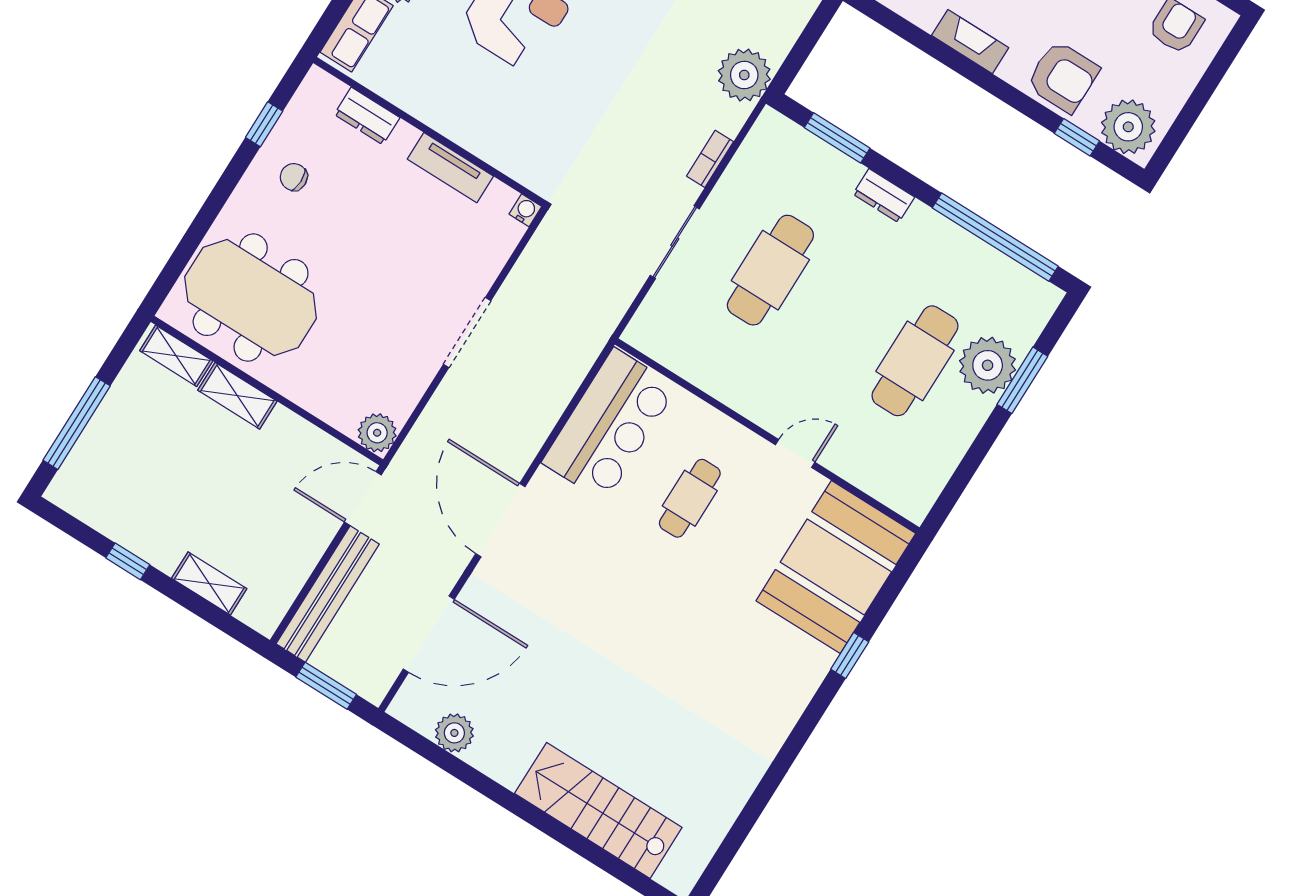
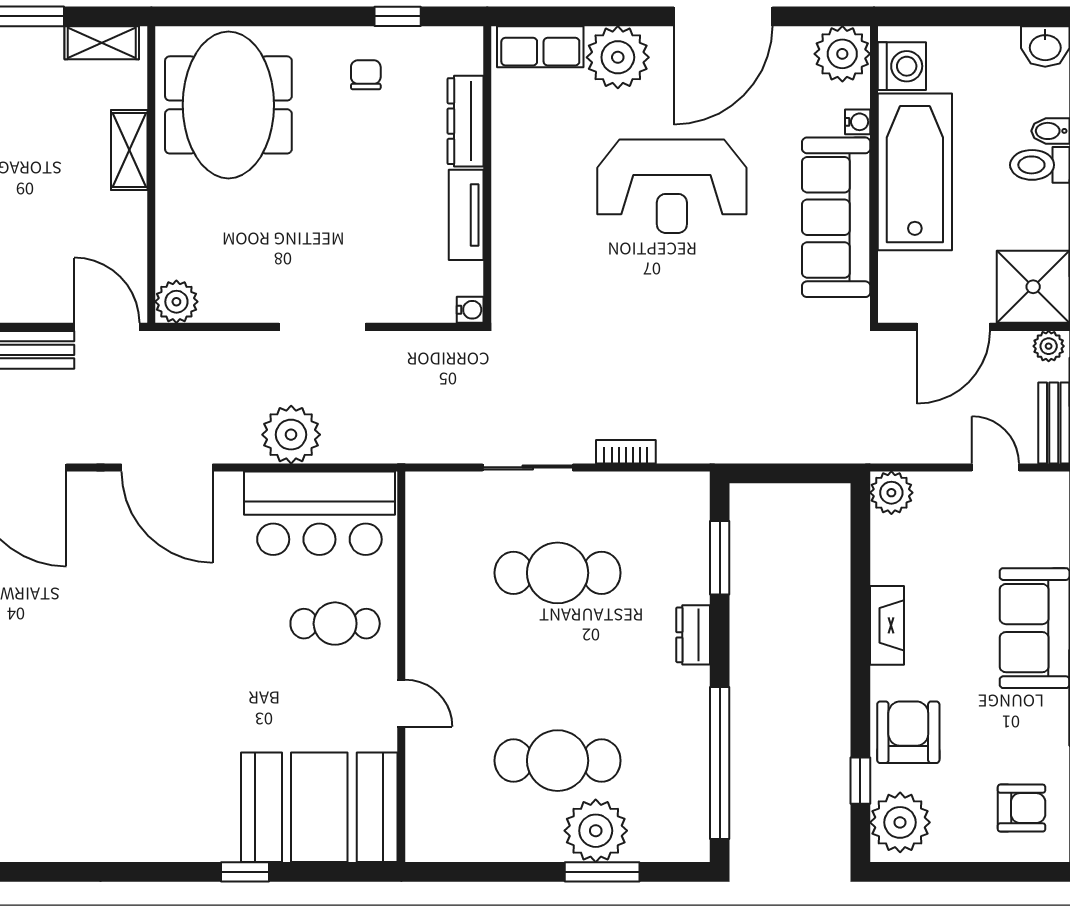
plant: (744, 75) -> (291, 435), moved
armchair: (1063, 77) -> (908, 732), turned 180
dresser: (367, 116) -> (466, 121), width x1.44
shelving: (176, 356) -> (102, 43), moved, turned 90
cafe table: (690, 498) -> (335, 624), moved
door: (500, 520) -> (167, 467), swing flipped

